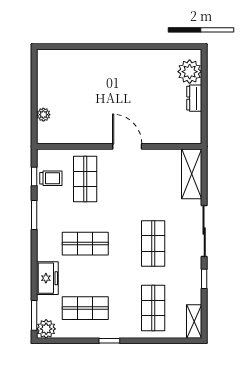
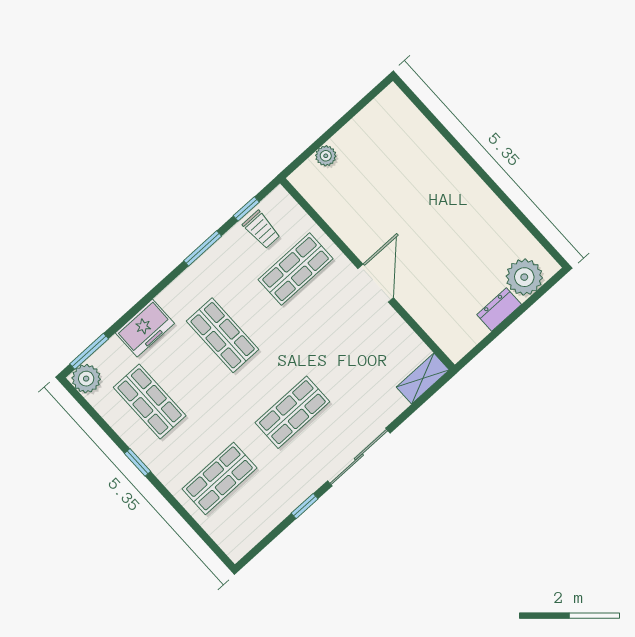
shelving: (192, 174) -> (423, 378), width x0.67, depth x0.75
shelving: (194, 322) -> (246, 538), removed

